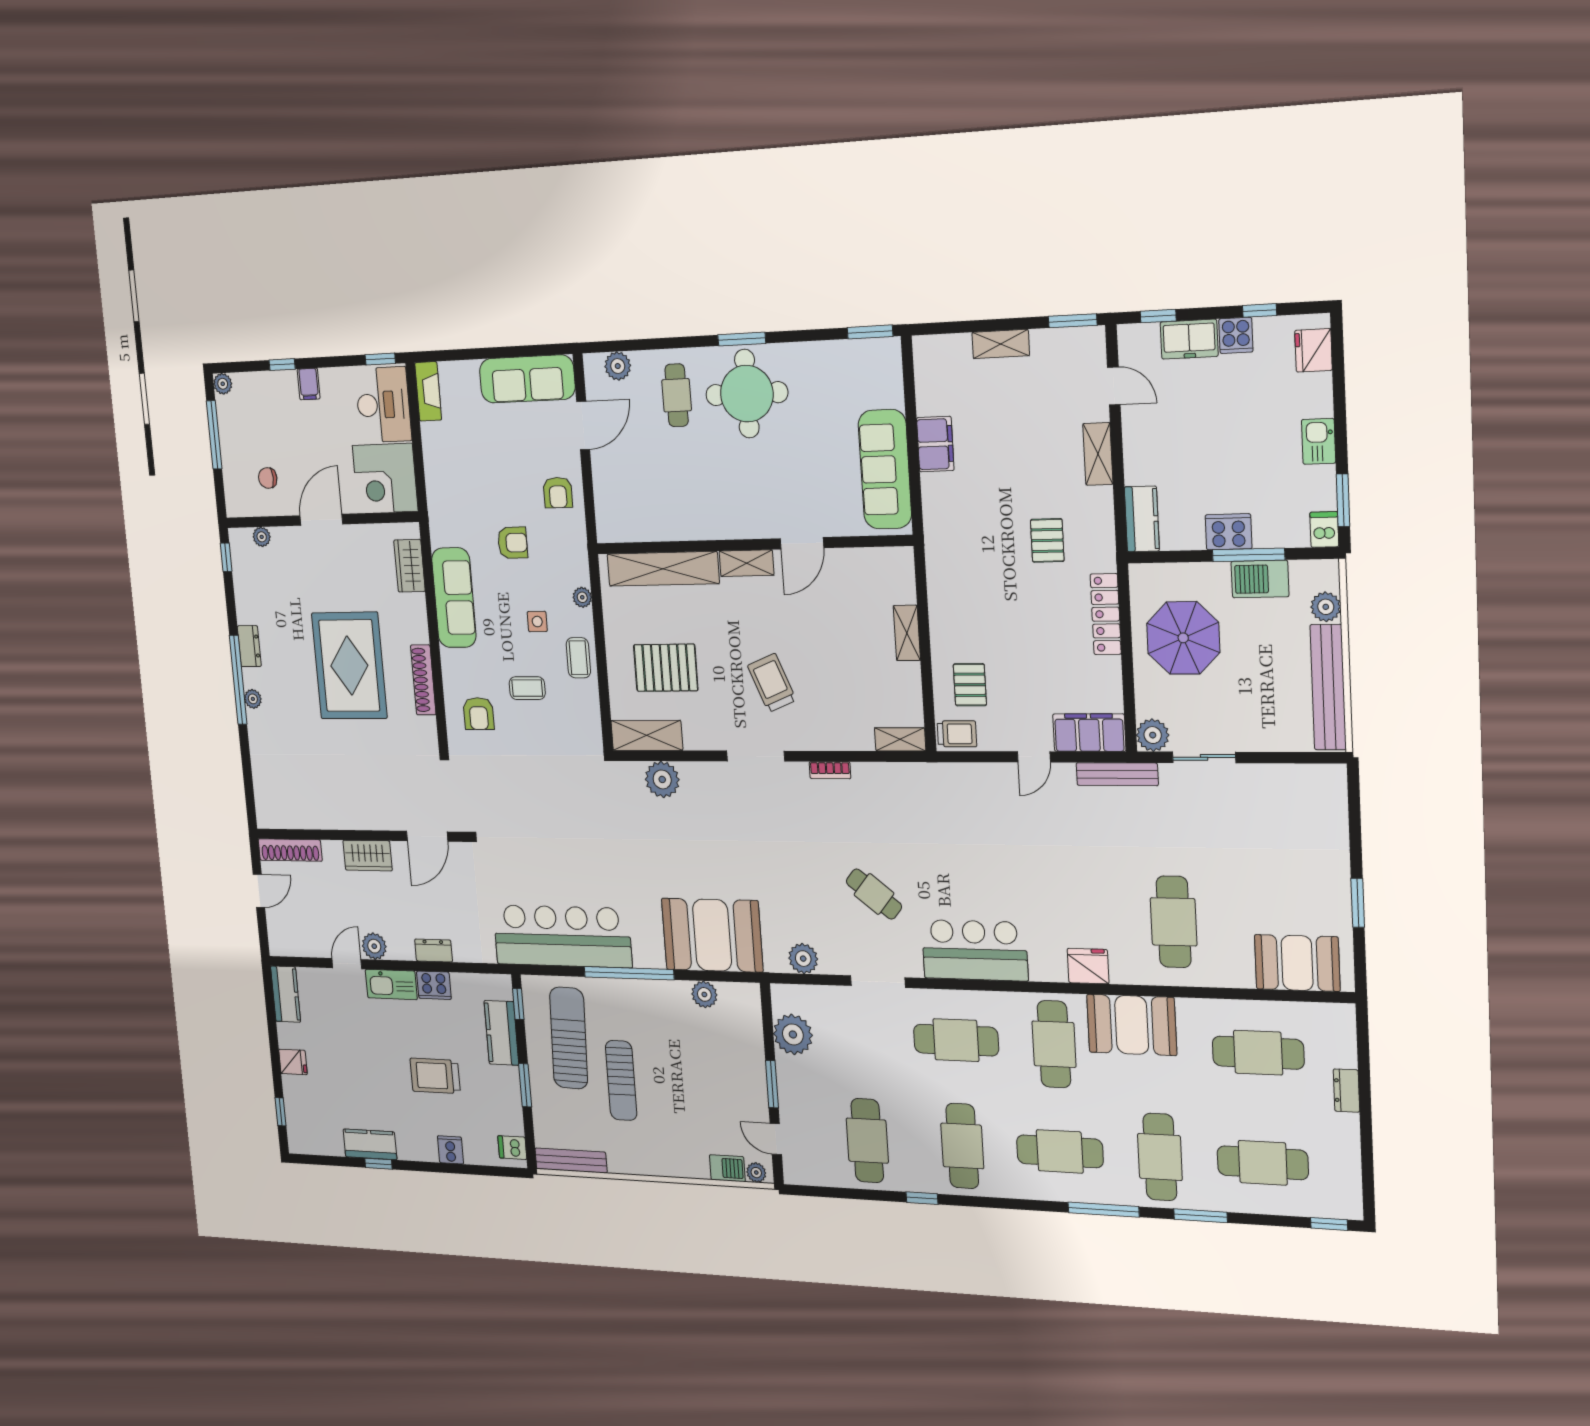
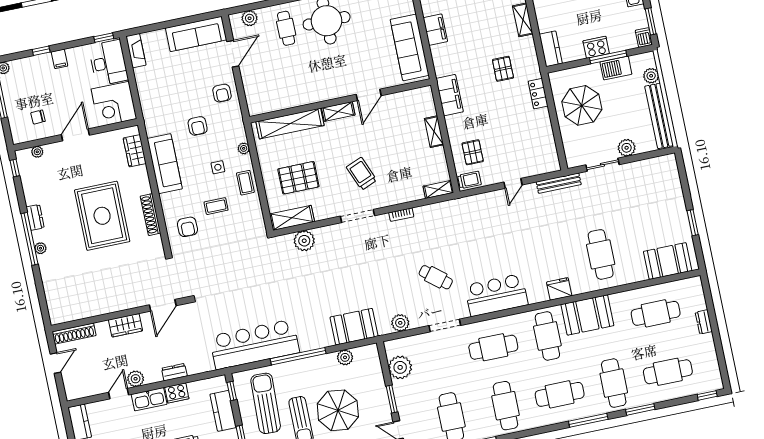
armchair: (513, 543) -> (198, 126), turned 90
locker: (1106, 614) -> (538, 94), width x0.66
filing cabinet: (1089, 733) -> (450, 95), moved, turned 90
plant: (1153, 735) -> (627, 148), moved
booth: (712, 935) -> (354, 327), width x0.73, depth x0.70
parasol: (682, 1080) -> (338, 410), added

